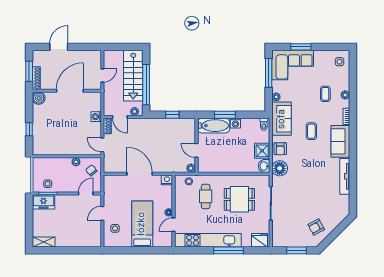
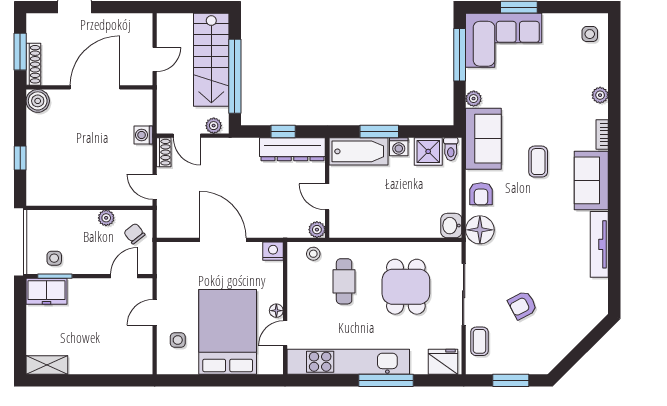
coffee table: (325, 94) -> (479, 341), moved
dresser: (178, 124) -> (292, 149), added
shower: (262, 151) -> (428, 151), moved
dining table: (239, 199) -> (406, 287), turned 90
bed: (142, 224) -> (228, 332), width x1.50
armchair: (316, 227) -> (522, 305), moved

